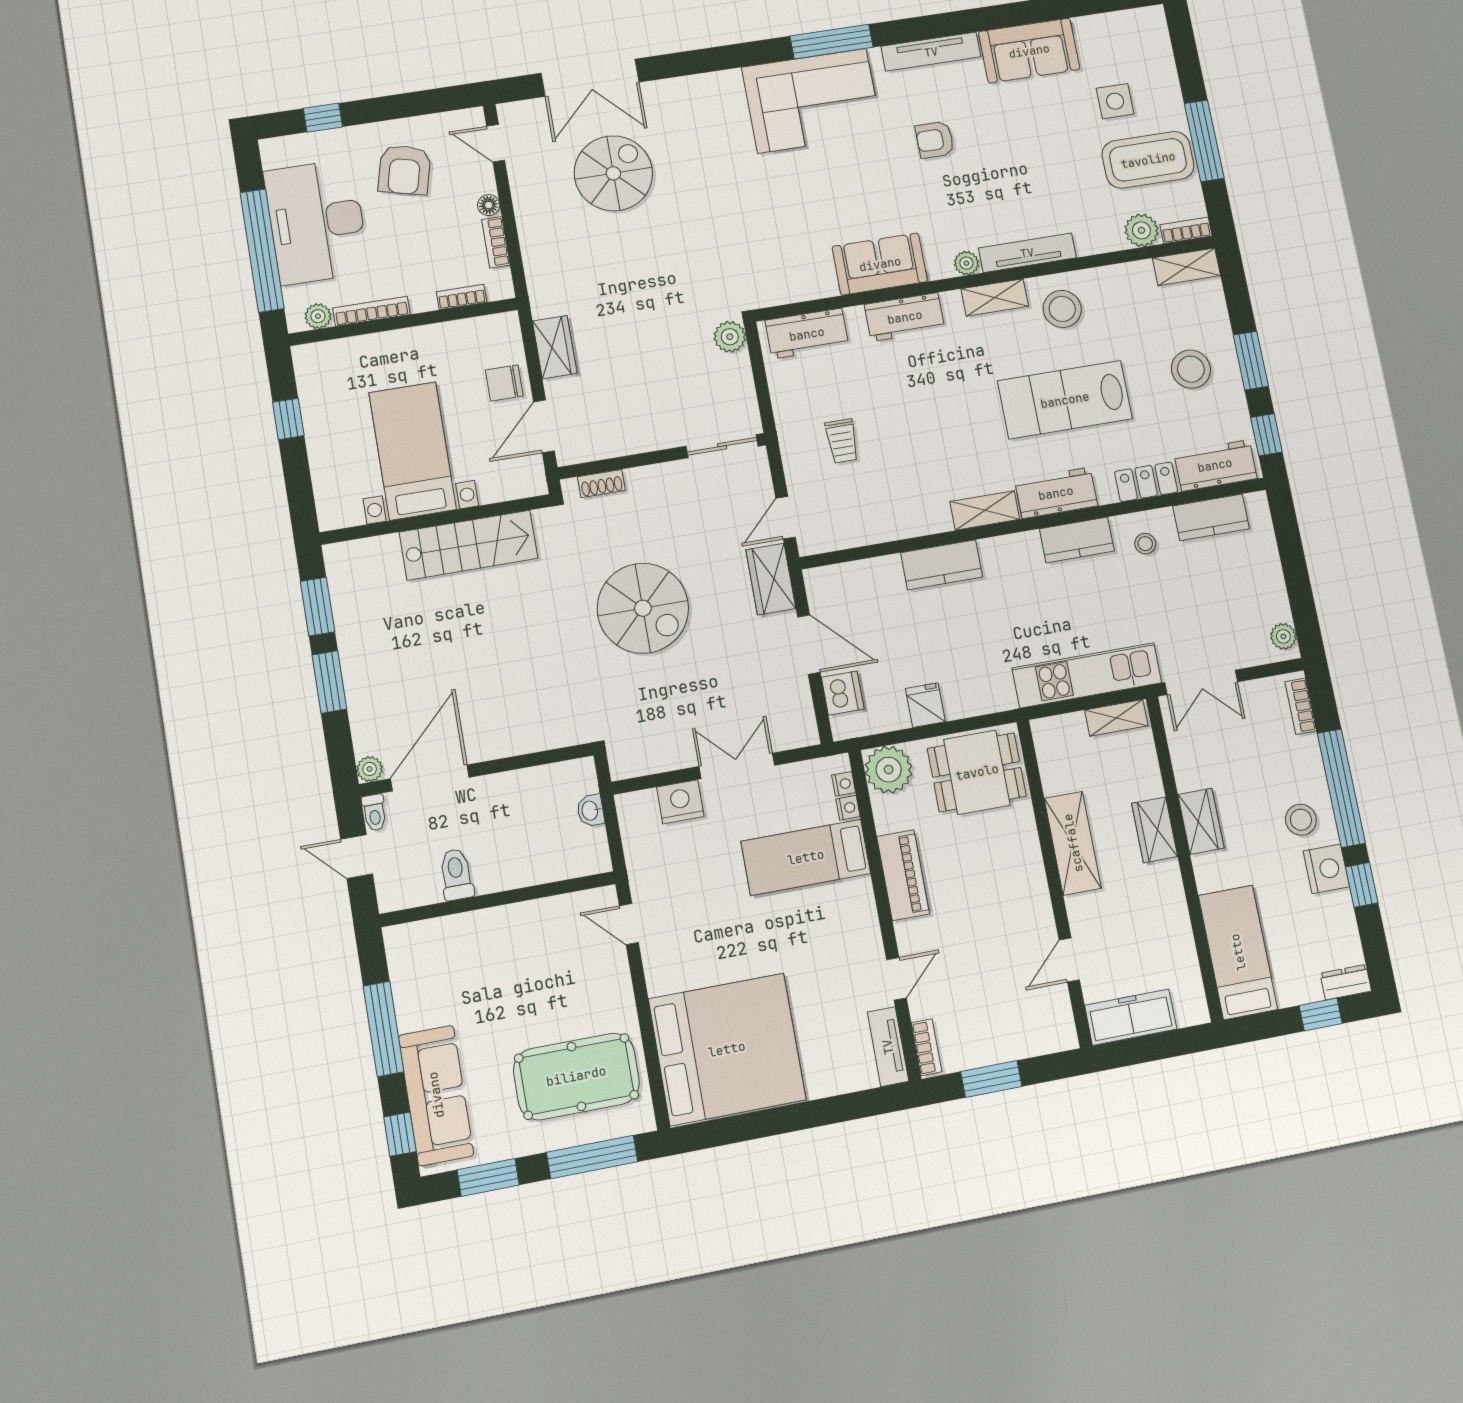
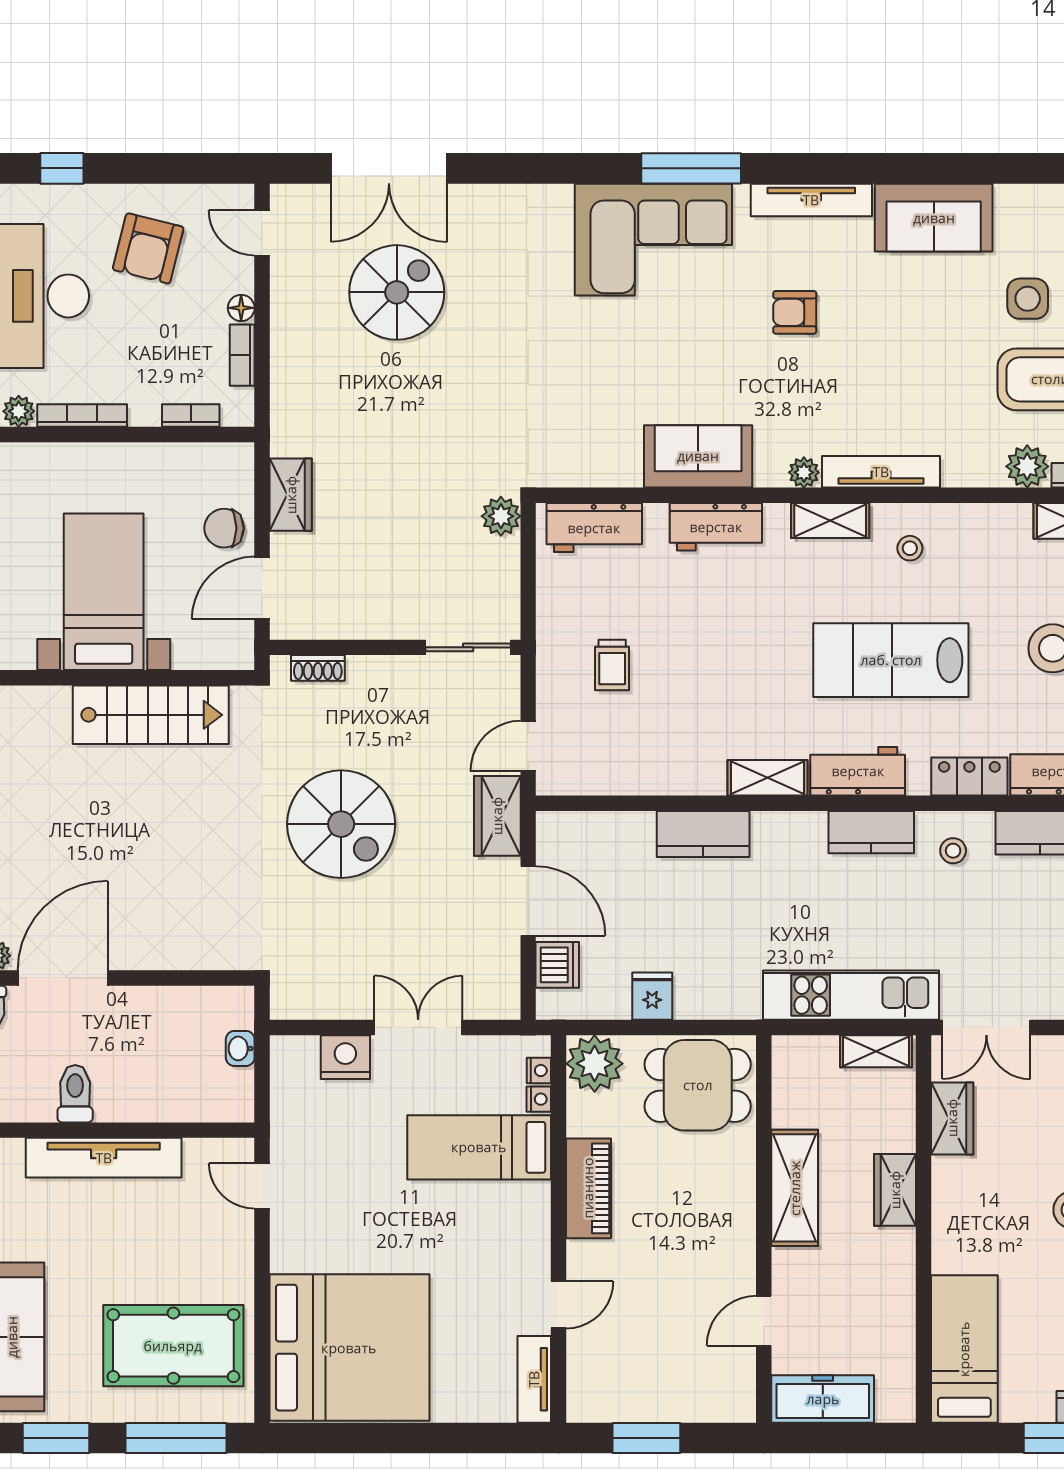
stool: (1062, 309) -> (910, 548), width x0.53, depth x0.53
wardrobe: (1201, 821) -> (952, 1118), moved
tv unit: (490, 925) -> (104, 1158), added
bookcase: (927, 1047) -> (579, 1388), removed

